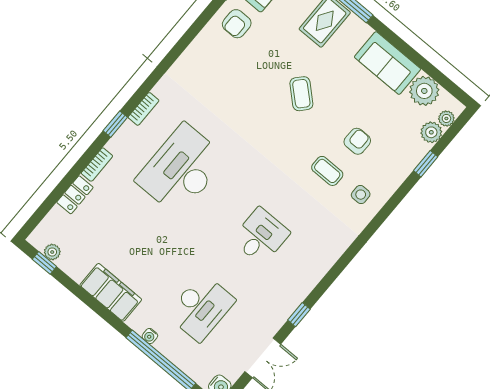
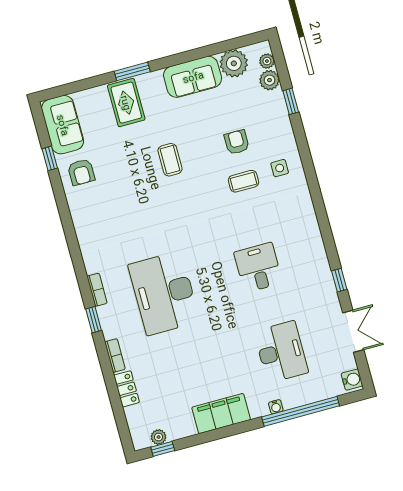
coffee table: (301, 94) -> (170, 160), turned 48

